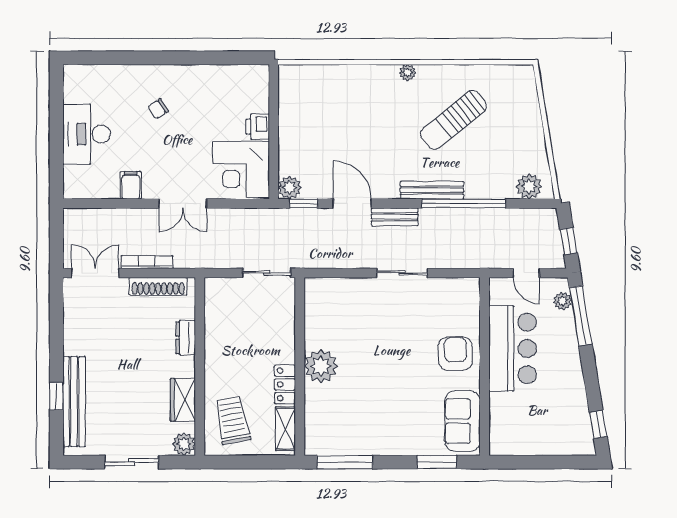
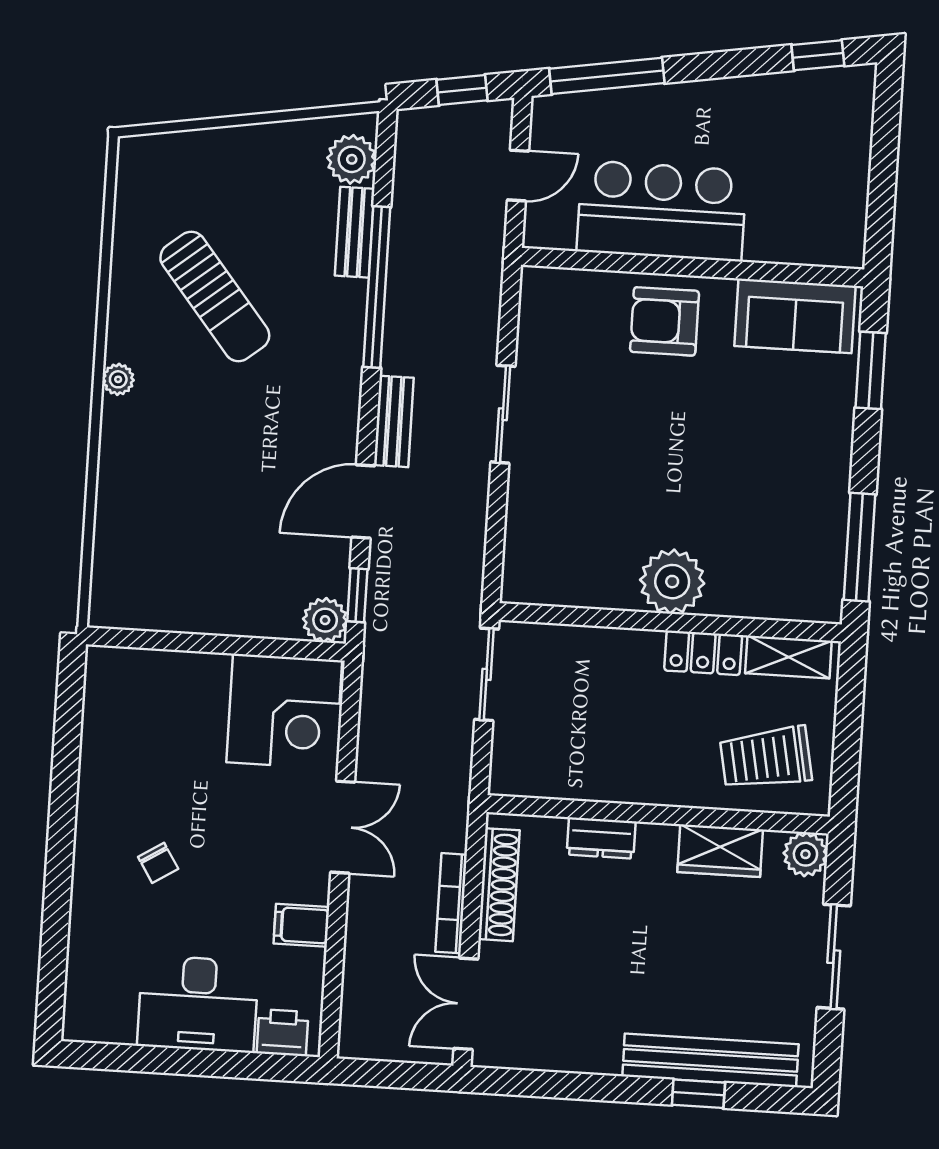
printer: (258, 127) -> (282, 1033), moved, turned 180
bench: (432, 190) -> (355, 232), moved, width x0.73
plant: (563, 301) -> (576, 109), removed

